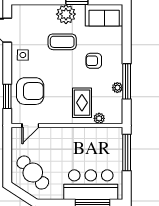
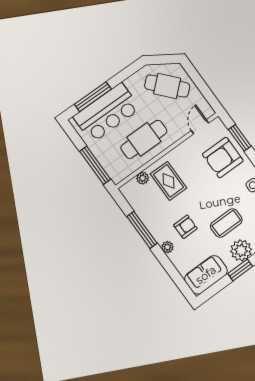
plant: (117, 88) -> (167, 247), moved
cafe table: (78, 146) -> (144, 139), added

